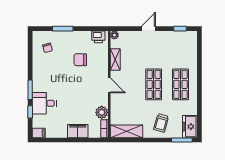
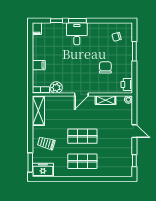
desk: (44, 103) -> (77, 34), moved
filing cabinet: (78, 131) -> (39, 65), width x0.50

